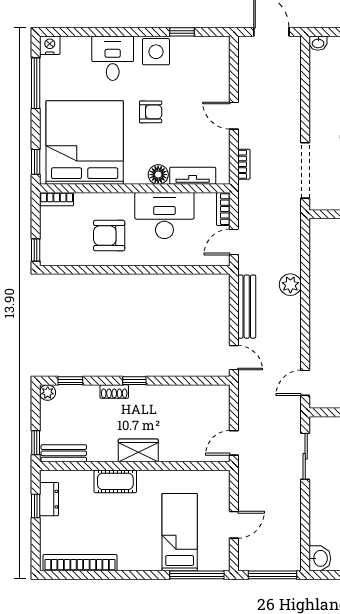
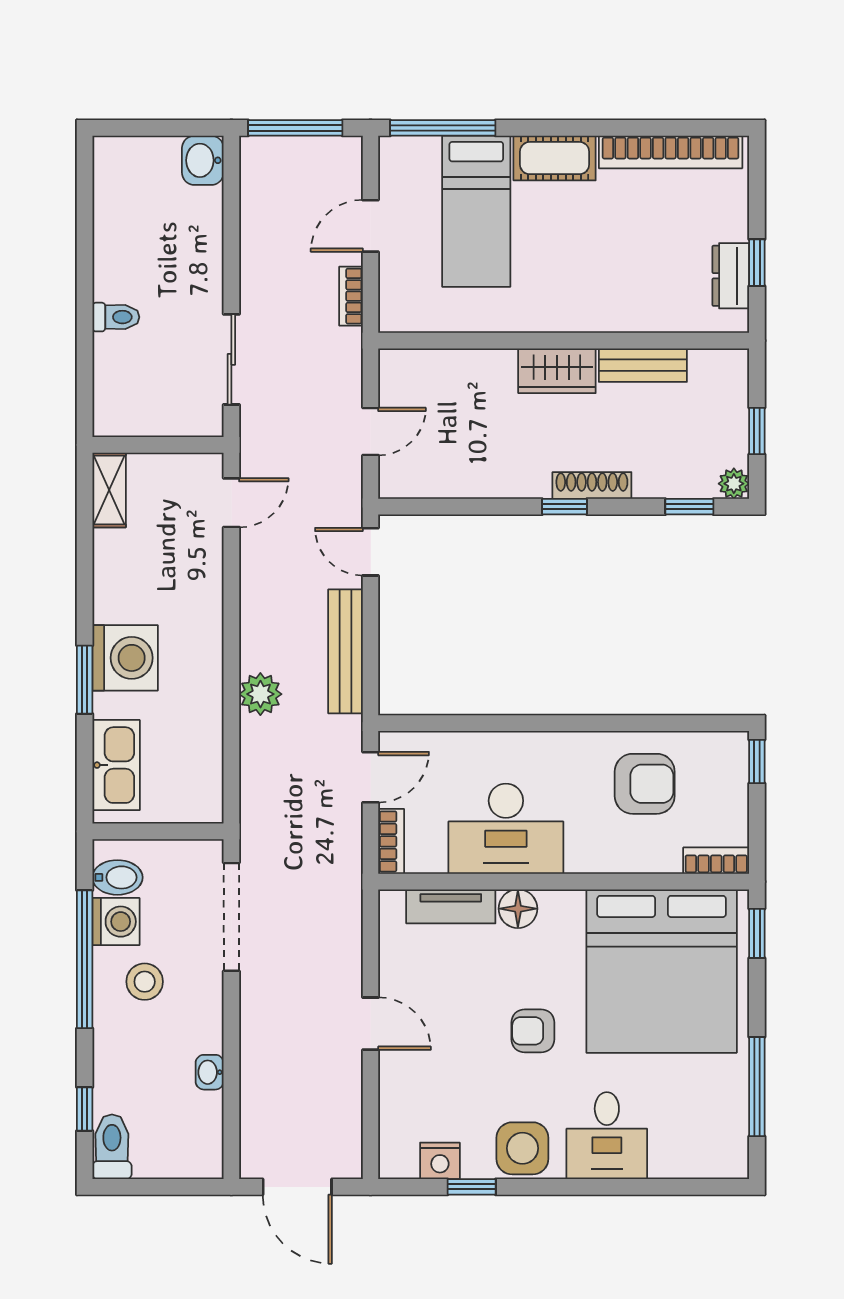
washbasin: (318, 43) -> (210, 1072), moved, turned -90
nightstand: (50, 45) -> (440, 1161), moved
bookcase: (244, 164) -> (351, 296), moved
armchair: (109, 236) -> (645, 784), moved
shoe rack: (114, 392) -> (592, 486), width x1.43
window: (36, 443) -> (757, 431), moved
door: (234, 443) -> (371, 432), moved
bench: (64, 453) -> (643, 365), moved
cot: (115, 481) -> (555, 158), moved

